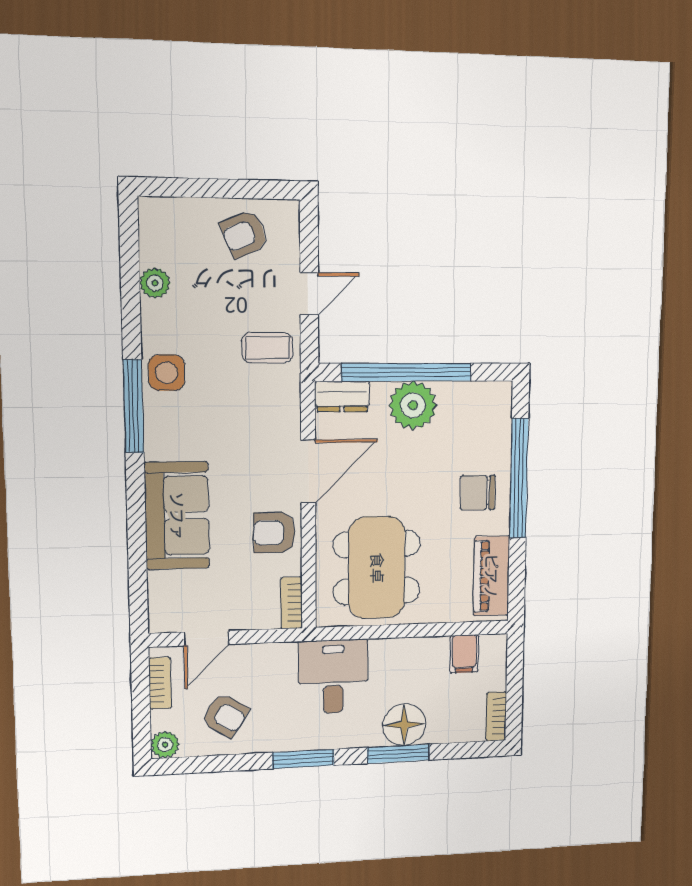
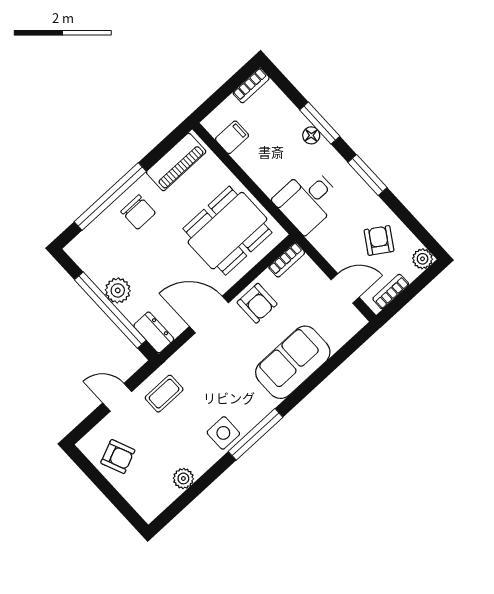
coffee table: (268, 348) -> (164, 394), turned 90
plant: (413, 405) -> (118, 290), width x0.73, depth x0.73
floor lamp: (404, 725) -> (311, 135), width x0.53, depth x0.53

